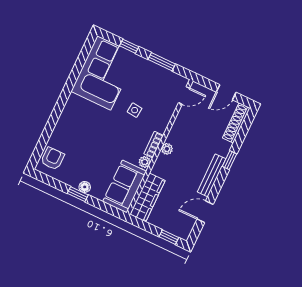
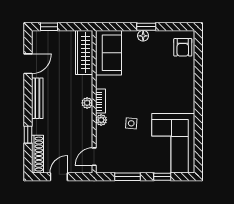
window: (230, 160) -> (28, 135), moved
plant: (145, 162) -> (101, 120), moved

